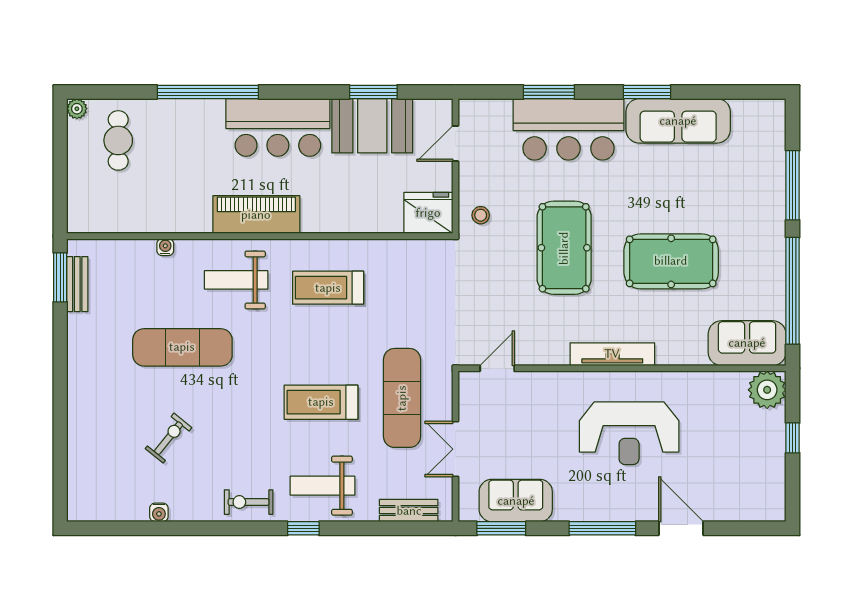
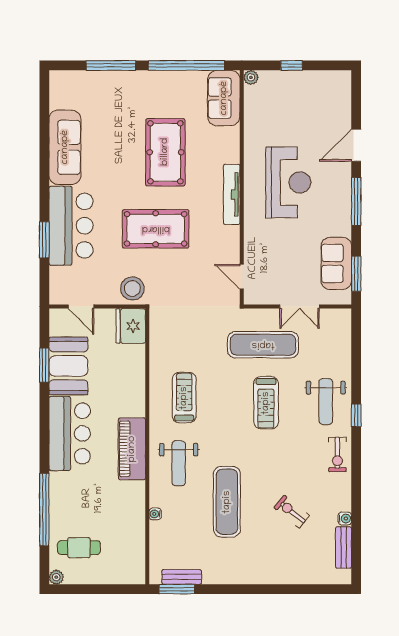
window: (208, 92) -> (44, 510), moved
window: (647, 92) -> (44, 170), removed
stool: (481, 215) -> (132, 288), width x1.89, depth x1.89
treadmill: (328, 288) -> (184, 398), turned 180
plant: (767, 390) -> (251, 77), width x0.53, depth x0.53
bench: (409, 511) -> (344, 548), moved

